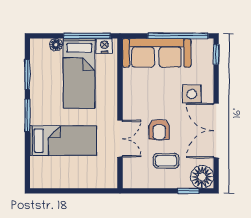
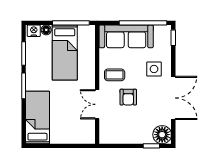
nightstand: (104, 46) -> (34, 31), moved
double door: (216, 131) -> (173, 98), swing flipped
double door: (120, 139) -> (97, 104), swing flipped
bed: (63, 141) -> (37, 117), moved, turned -90
coffee table: (166, 161) -> (115, 75), moved

